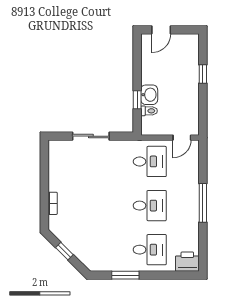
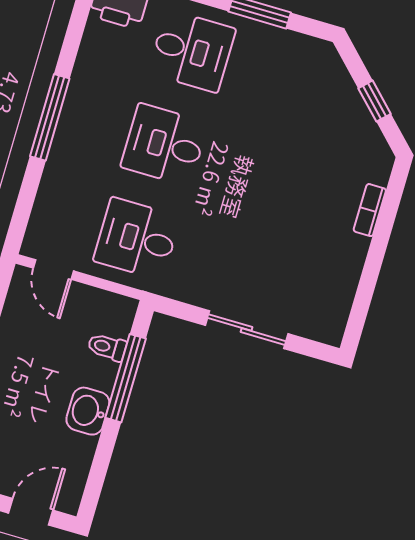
washbasin: (149, 95) -> (88, 411), moved
window: (137, 100) -> (126, 378), width x2.17
door: (182, 138) -> (53, 270), swing flipped
desk: (150, 250) -> (192, 51), turned 180

